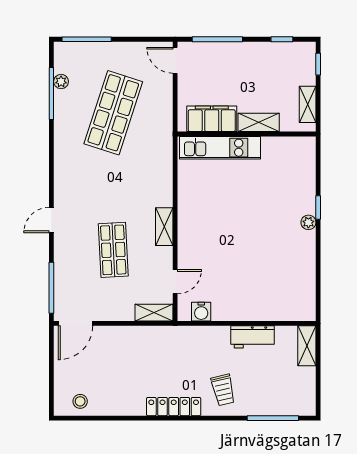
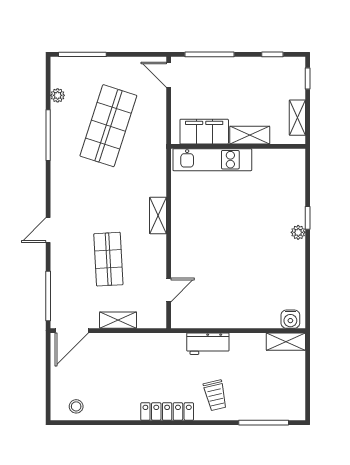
window: (51, 93) -> (48, 135), moved
shelving: (164, 227) -> (158, 215), moved
water cooler: (201, 312) -> (290, 319), moved
shelving: (154, 313) -> (118, 320), moved
workbench: (253, 337) -> (208, 344), moved
shelving: (307, 346) -> (286, 342), moved, turned 90

